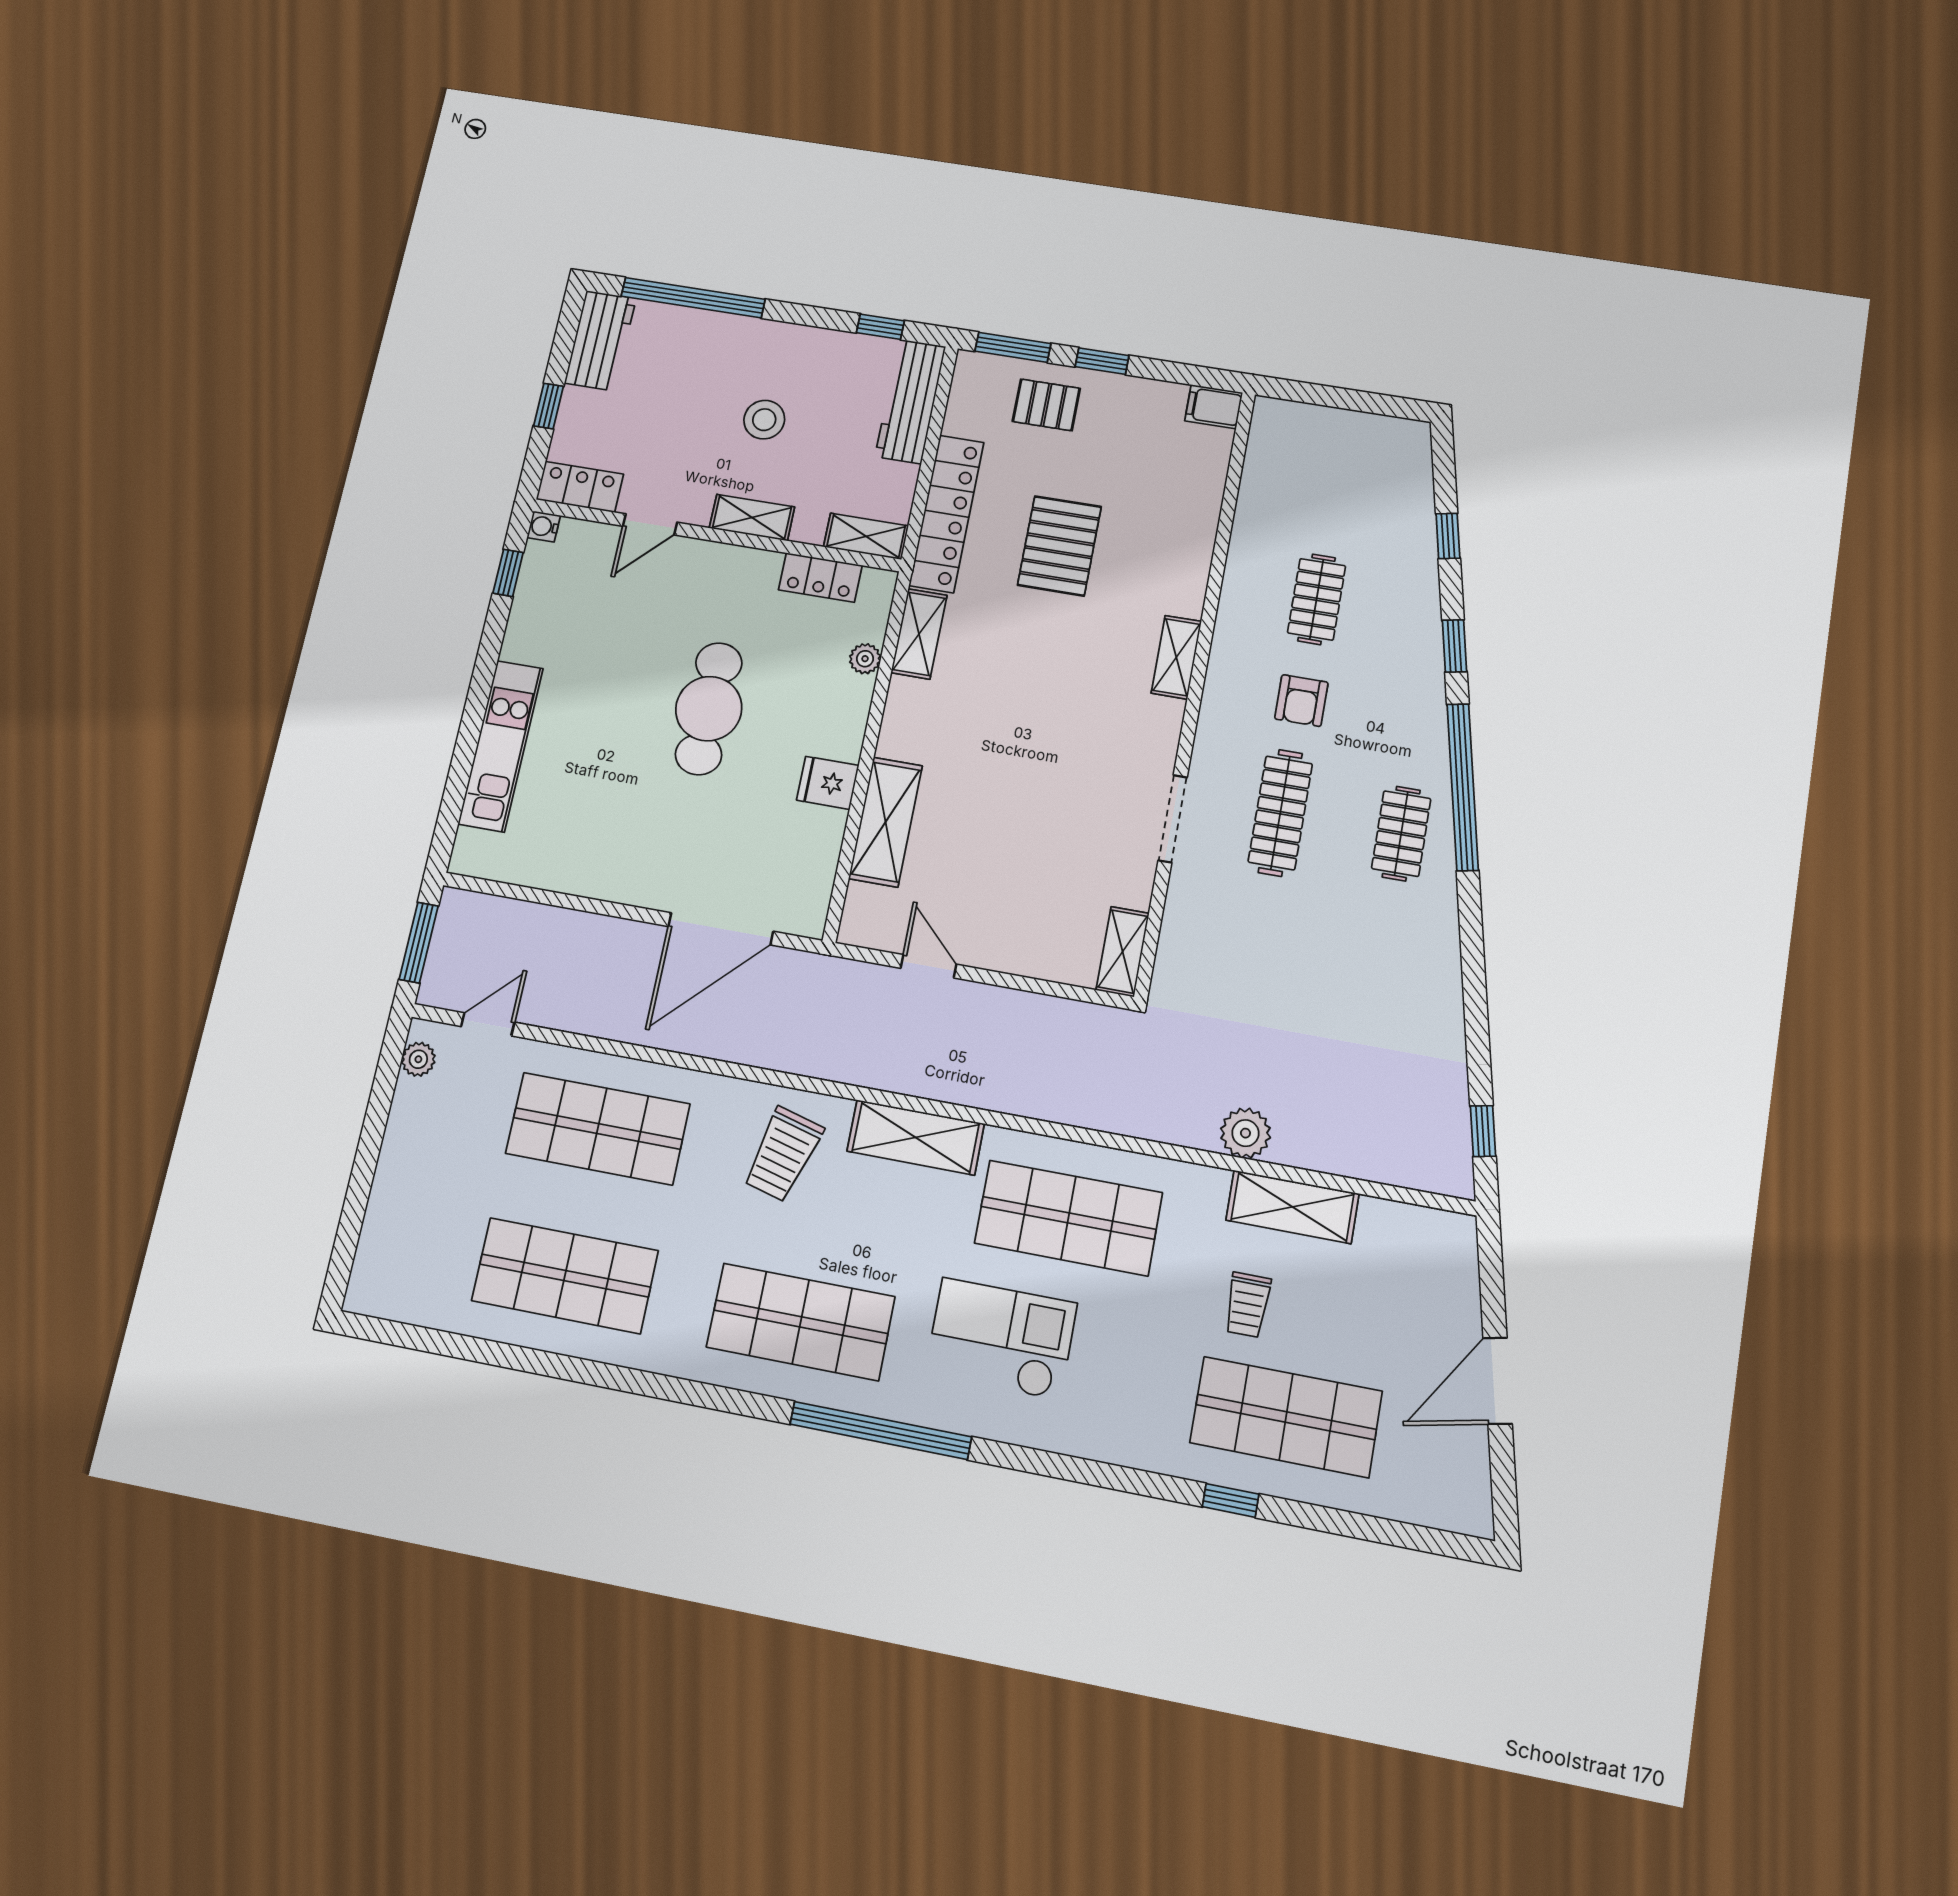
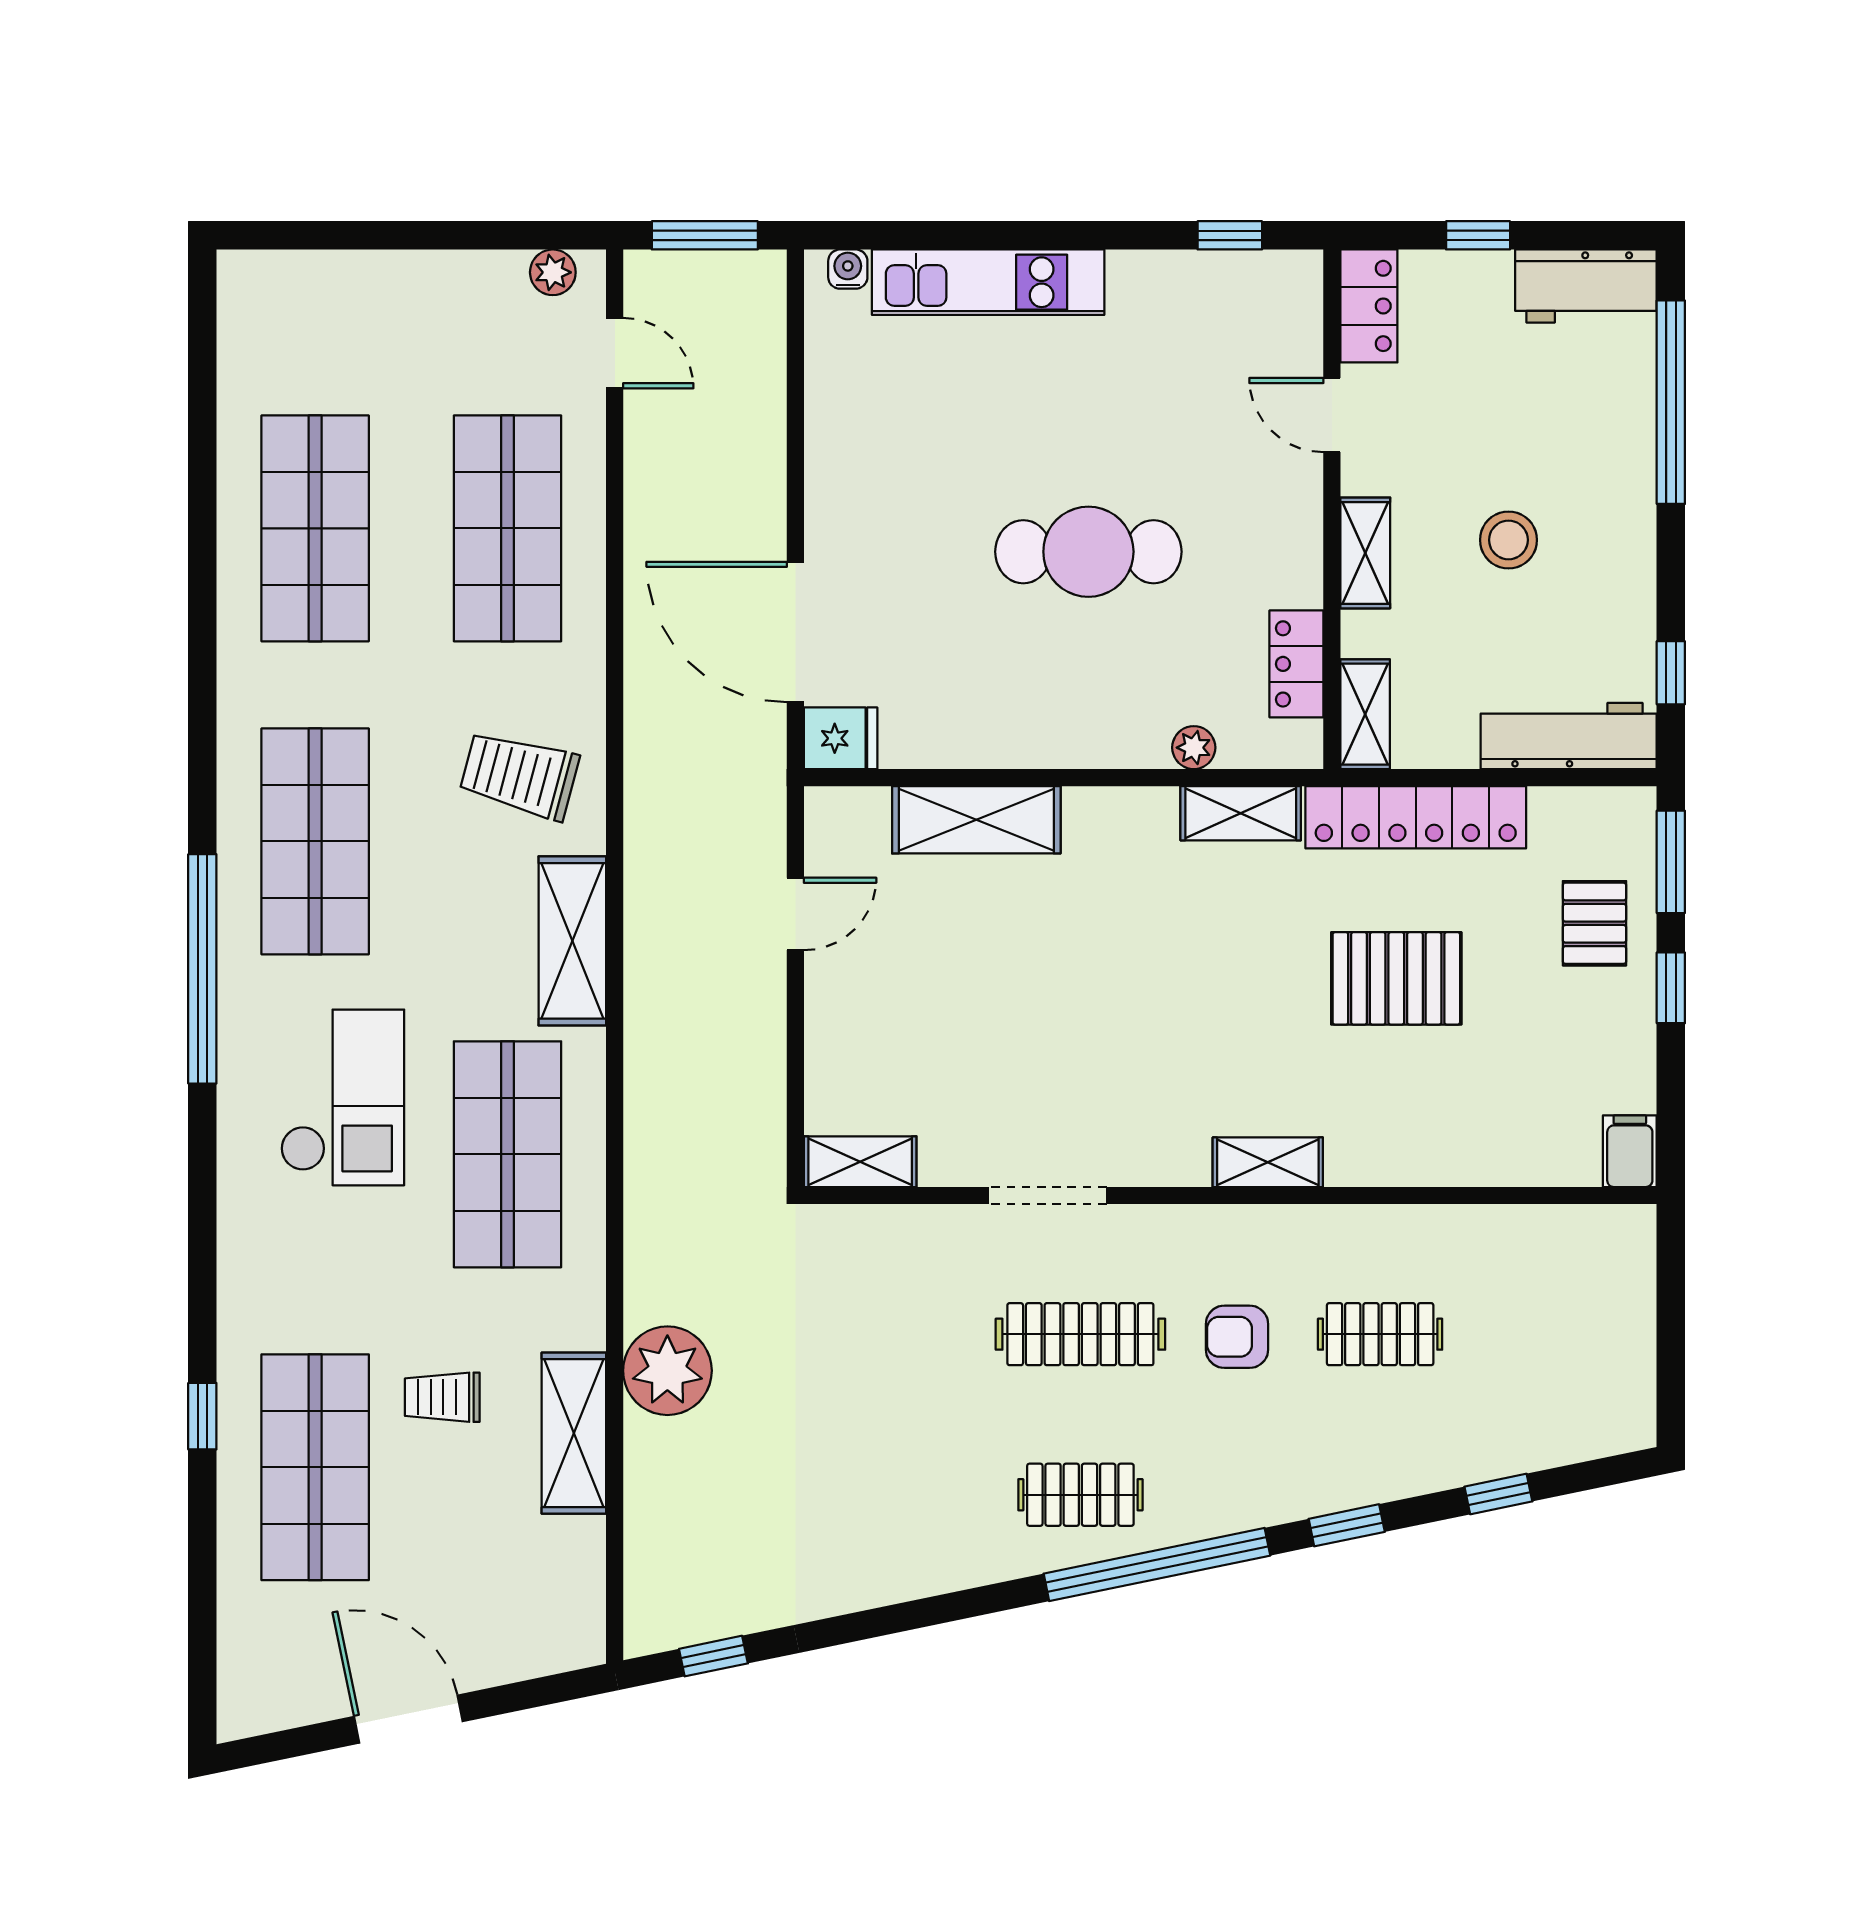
water cooler: (544, 526) -> (848, 269), moved
fridge: (828, 783) -> (841, 738), moved, turned 90
plant: (1245, 1133) -> (667, 1371), width x1.36, depth x1.36

